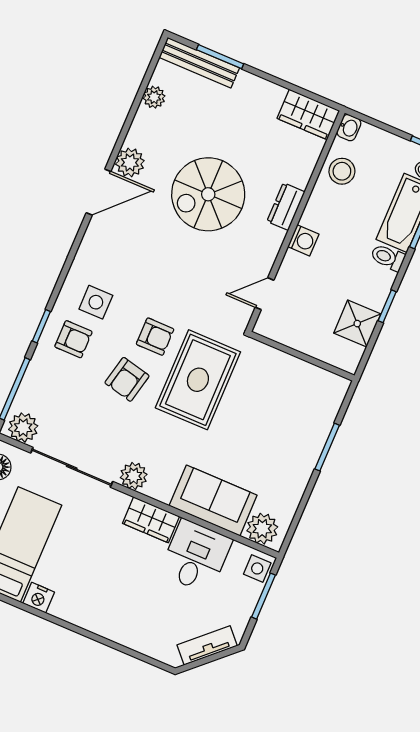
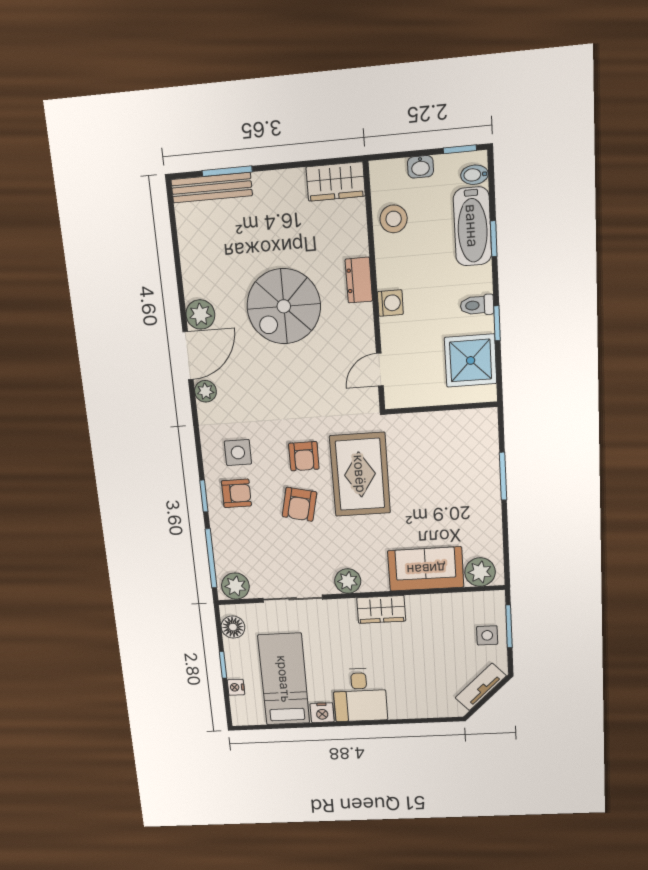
plant: (154, 97) -> (205, 391), moved
washbasin: (349, 128) -> (420, 167), moved, turned 90
toilet: (388, 257) -> (477, 305), moved
shower: (357, 324) -> (471, 360), width x1.36, depth x1.36
armchair: (155, 337) -> (304, 456), turned 90
sliding door: (72, 467) -> (293, 599), width x0.73
desk: (196, 556) -> (360, 695), moved, turned 180
side table: (257, 568) -> (487, 635), moved

